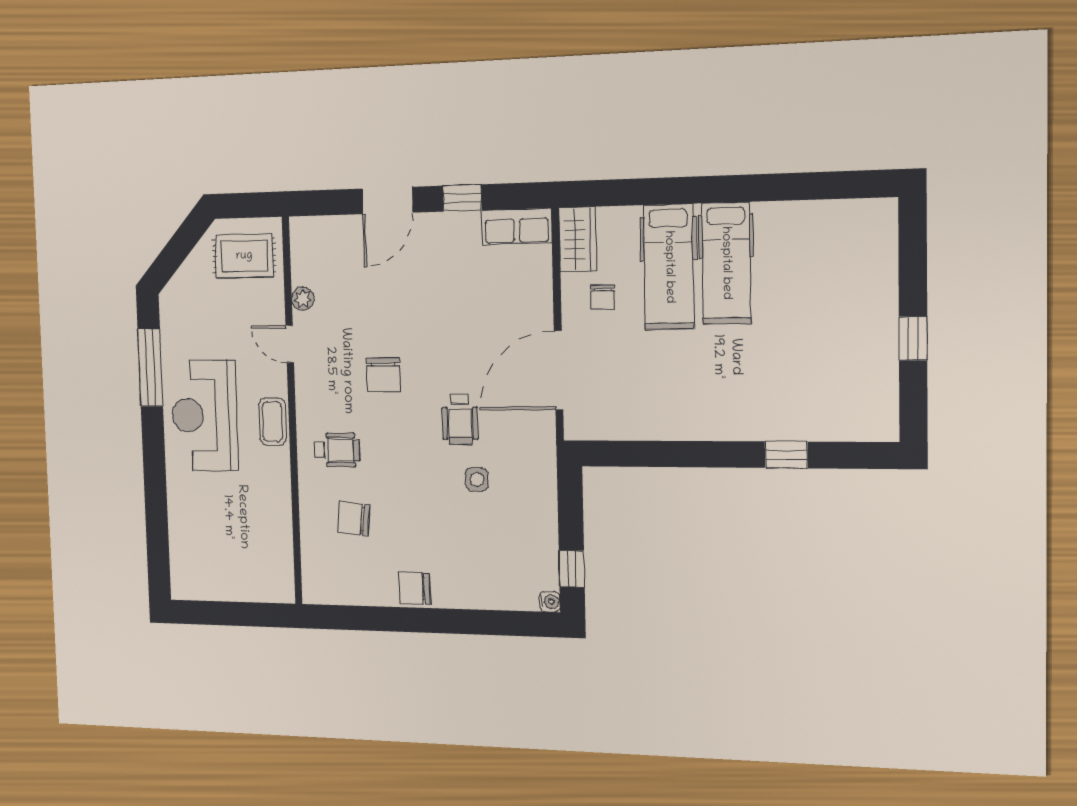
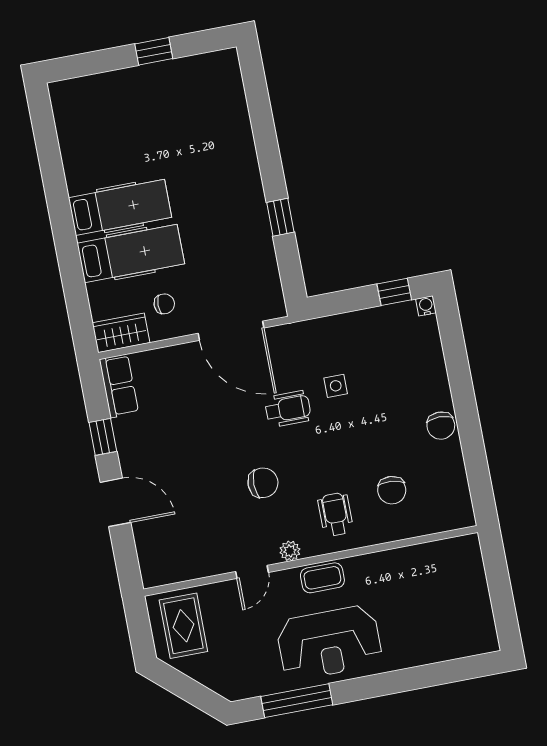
plant: (303, 299) -> (290, 551), moved
window: (786, 455) -> (280, 217), moved

